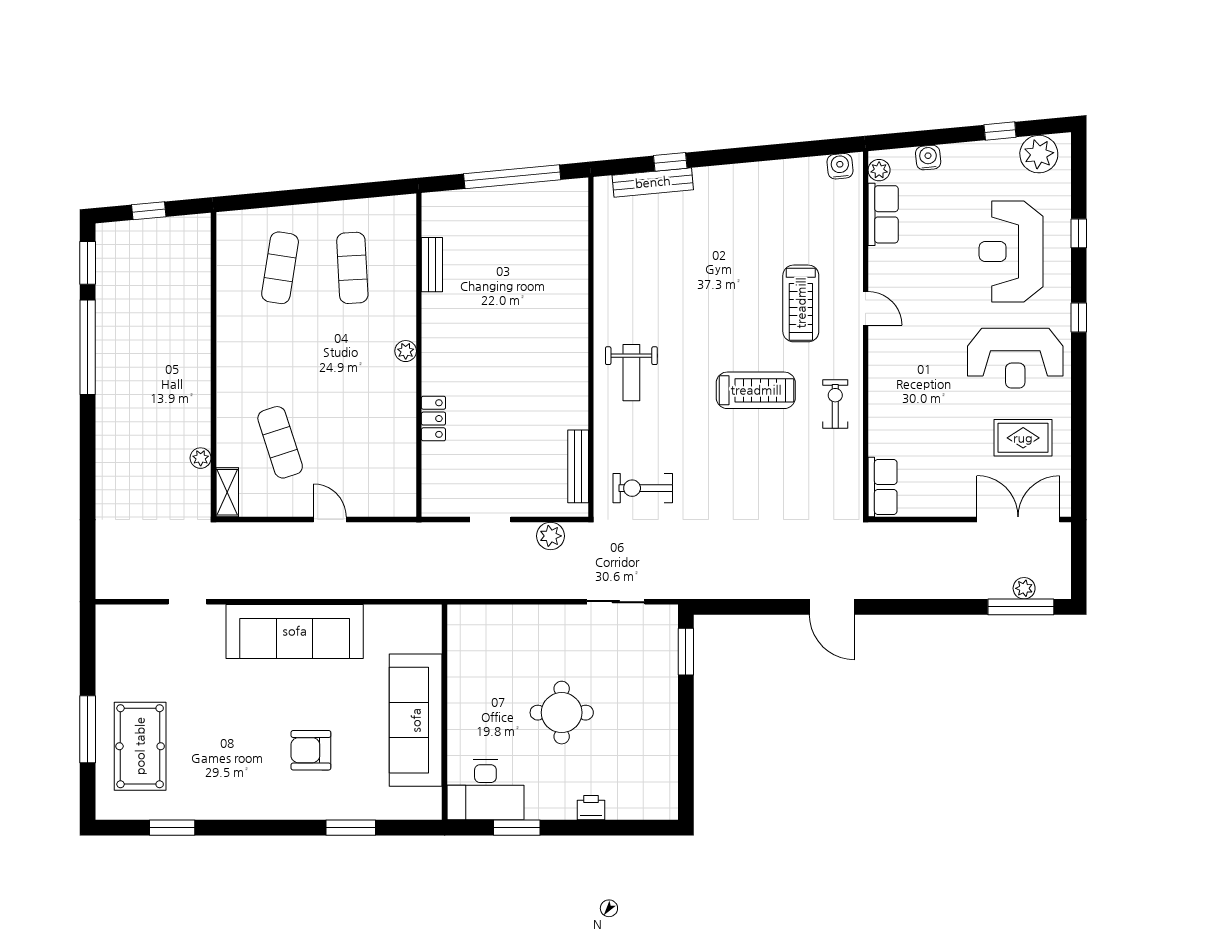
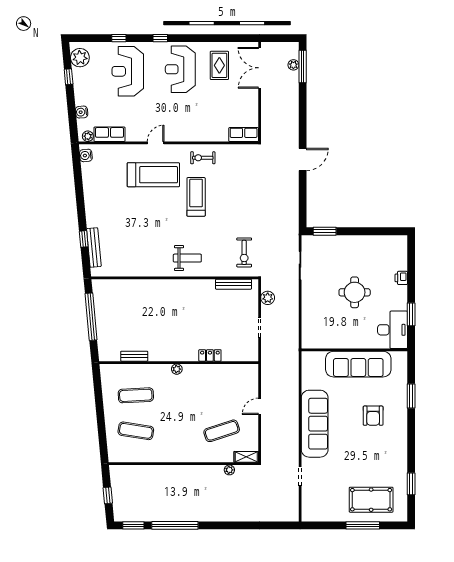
reception desk: (1011, 252) -> (128, 71), turned 90
treadmill: (801, 303) -> (153, 175), width x1.37, depth x1.38
reception desk: (1015, 358) -> (180, 69), turned 180

